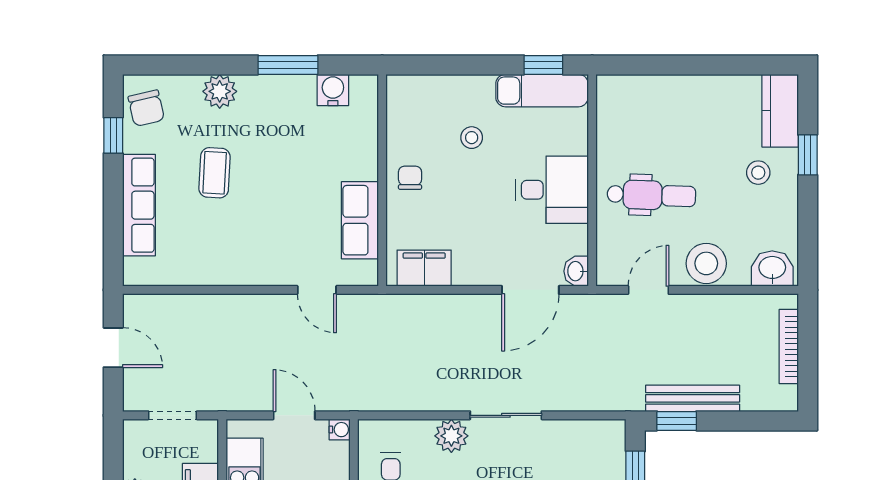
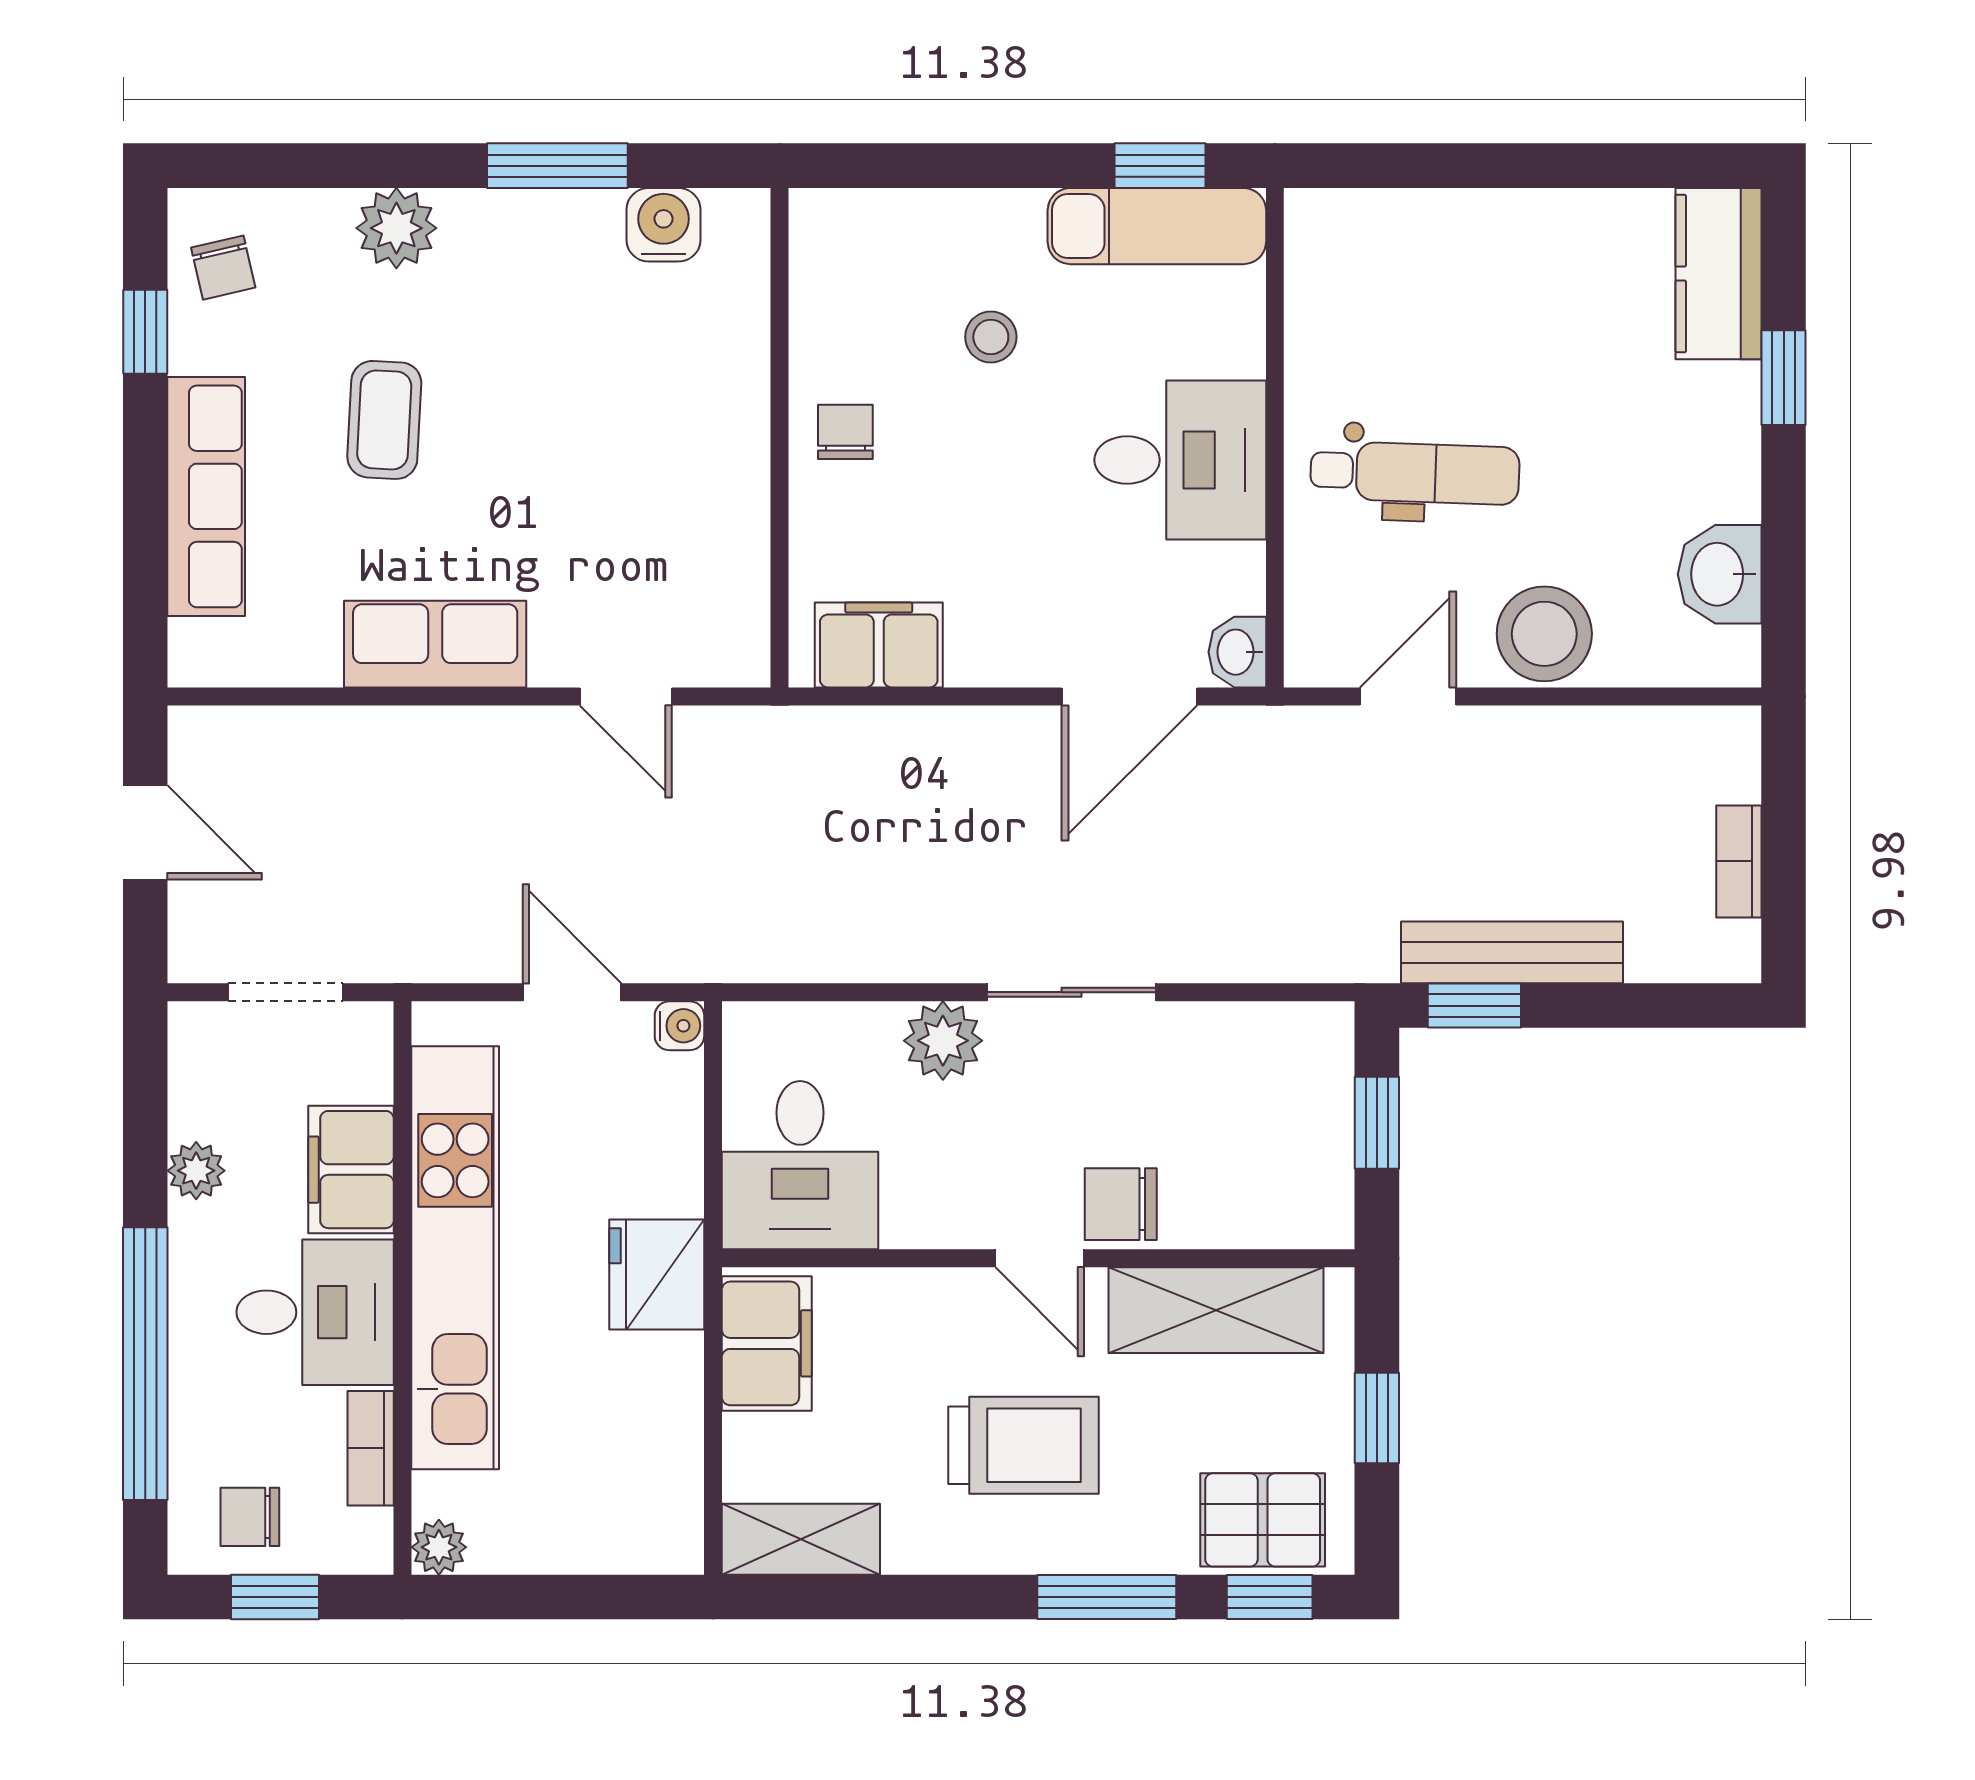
chair: (146, 108) -> (223, 268), width x0.73, depth x0.73
stool: (758, 173) -> (1667, 420), removed
row of seats: (360, 220) -> (435, 644), moved, turned 90
washbasin: (772, 269) -> (1720, 574), moved, turned -90
bookcase: (789, 347) -> (1739, 861), width x0.64

